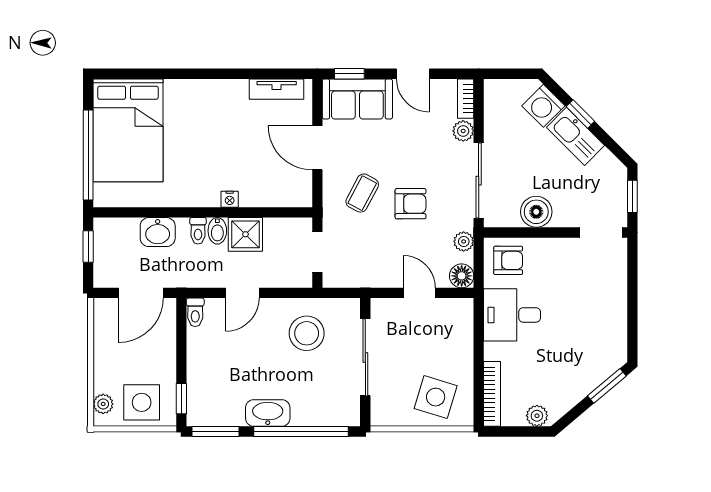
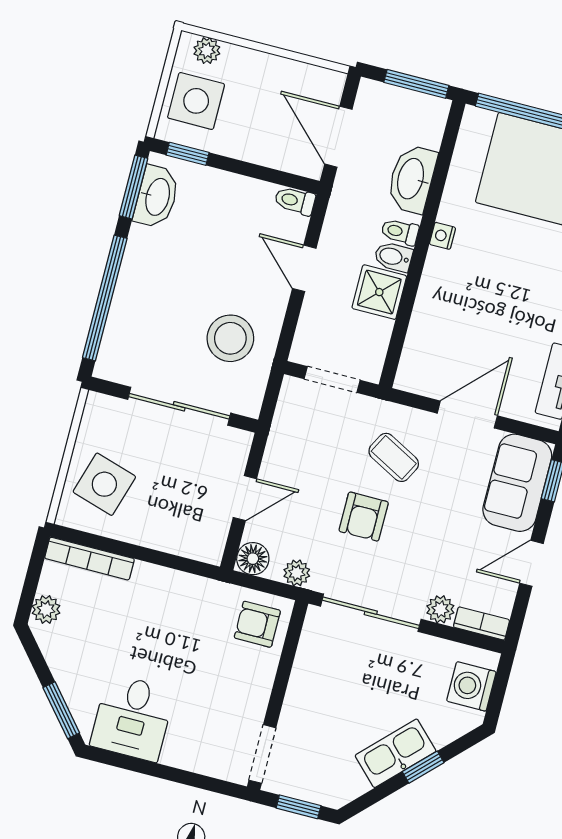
washing machine: (543, 106) -> (471, 686), moved, turned -45
nightstand: (230, 199) -> (443, 236), moved
boiler: (536, 212) -> (311, 677), removed
washbasin: (158, 232) -> (412, 179), width x1.38
window: (88, 246) -> (416, 84), width x1.50
armchair: (508, 260) -> (257, 624), turned 90
desk: (512, 315) -> (132, 718), moved, turned 180
washbasin: (268, 413) -> (157, 197), moved

